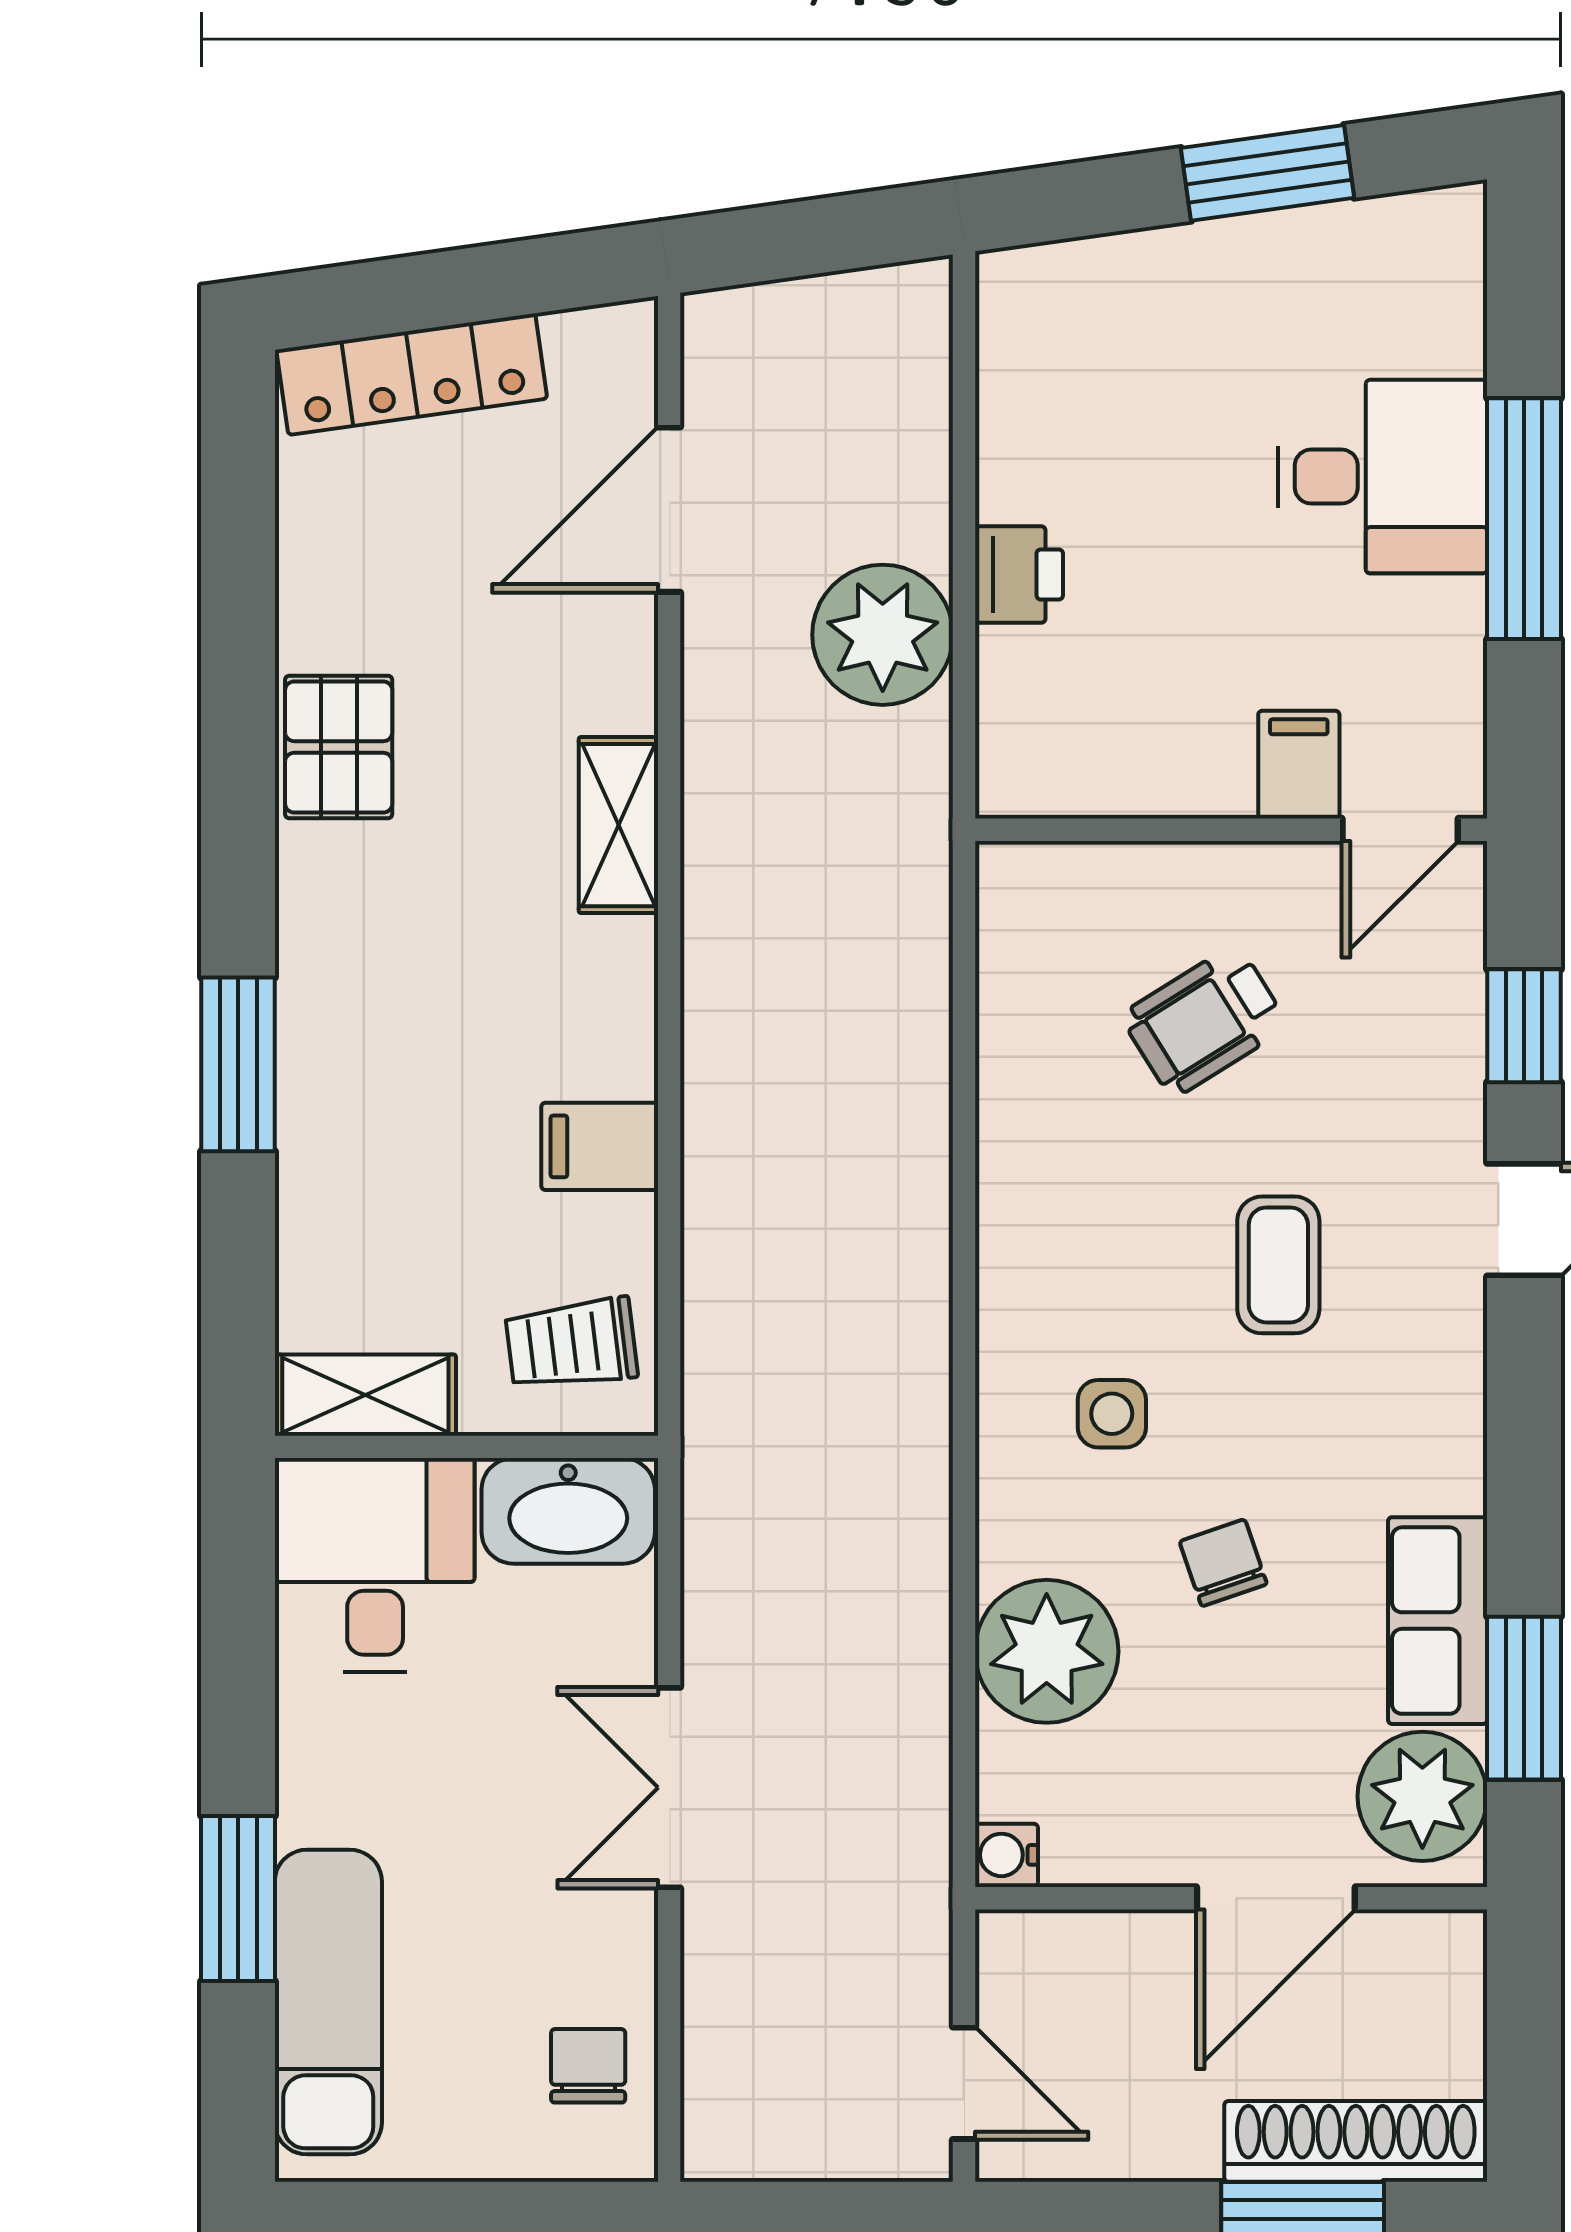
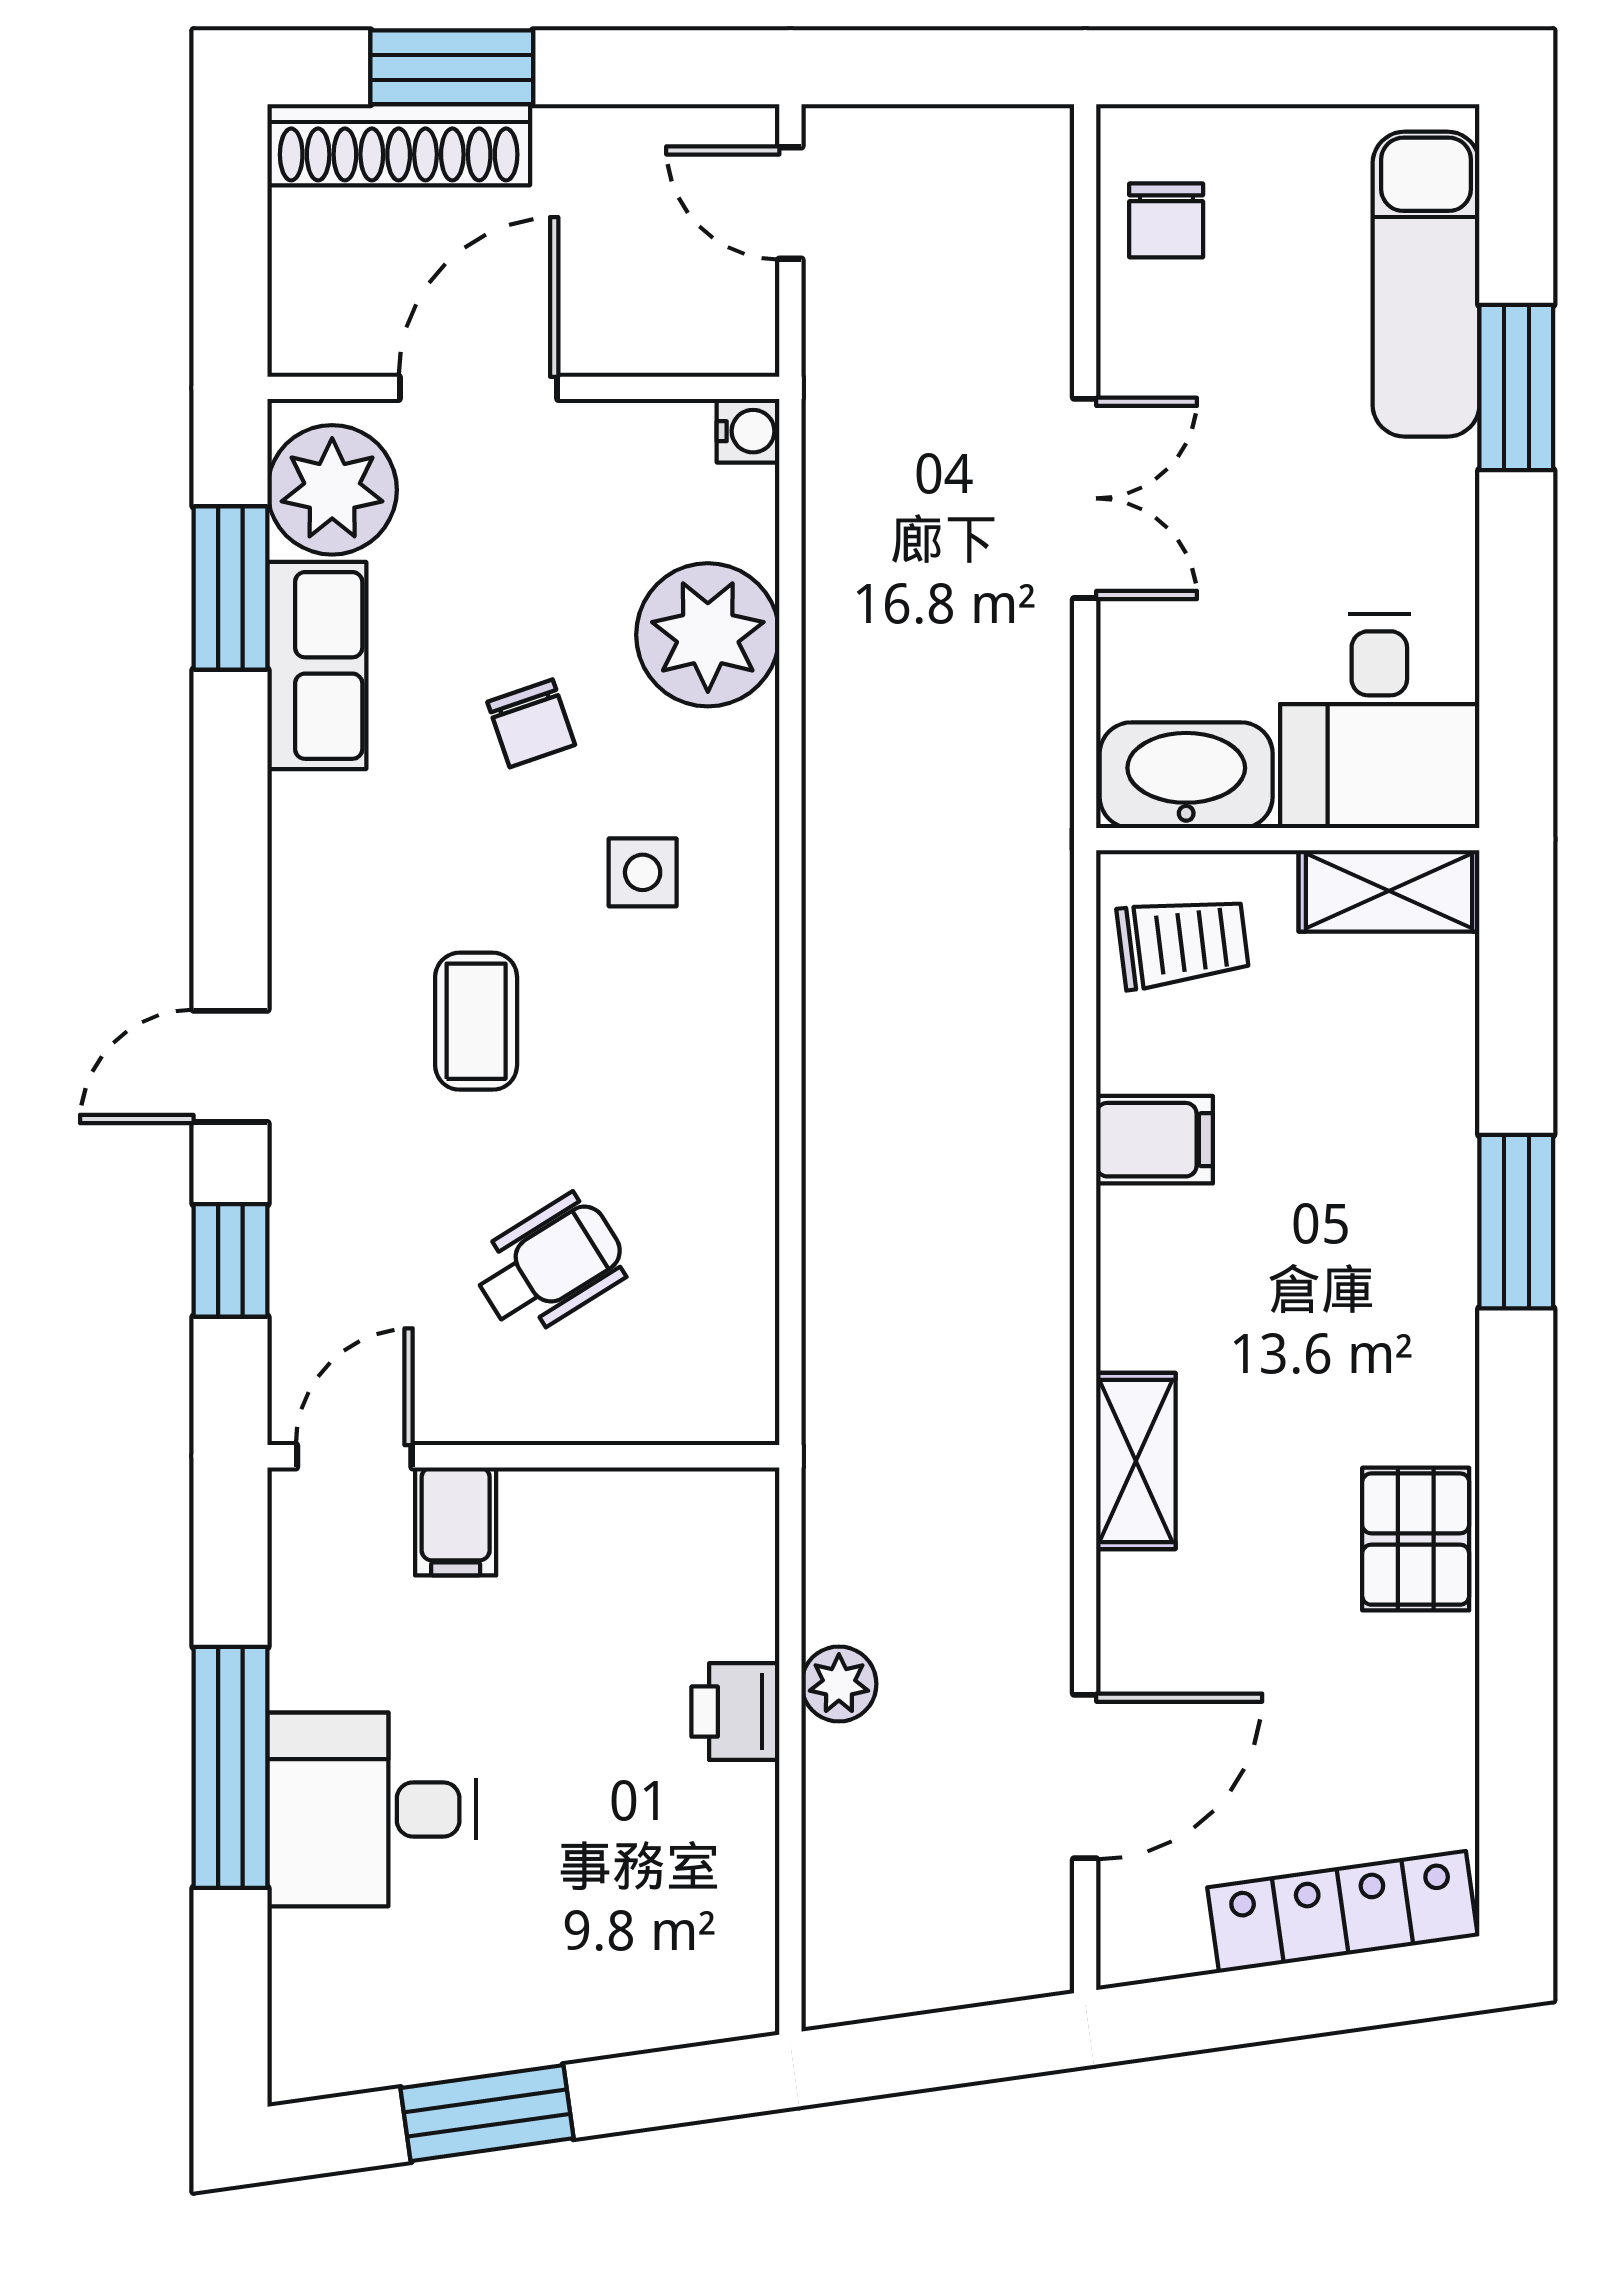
plant: (883, 635) -> (839, 1684), width x0.53, depth x0.53

